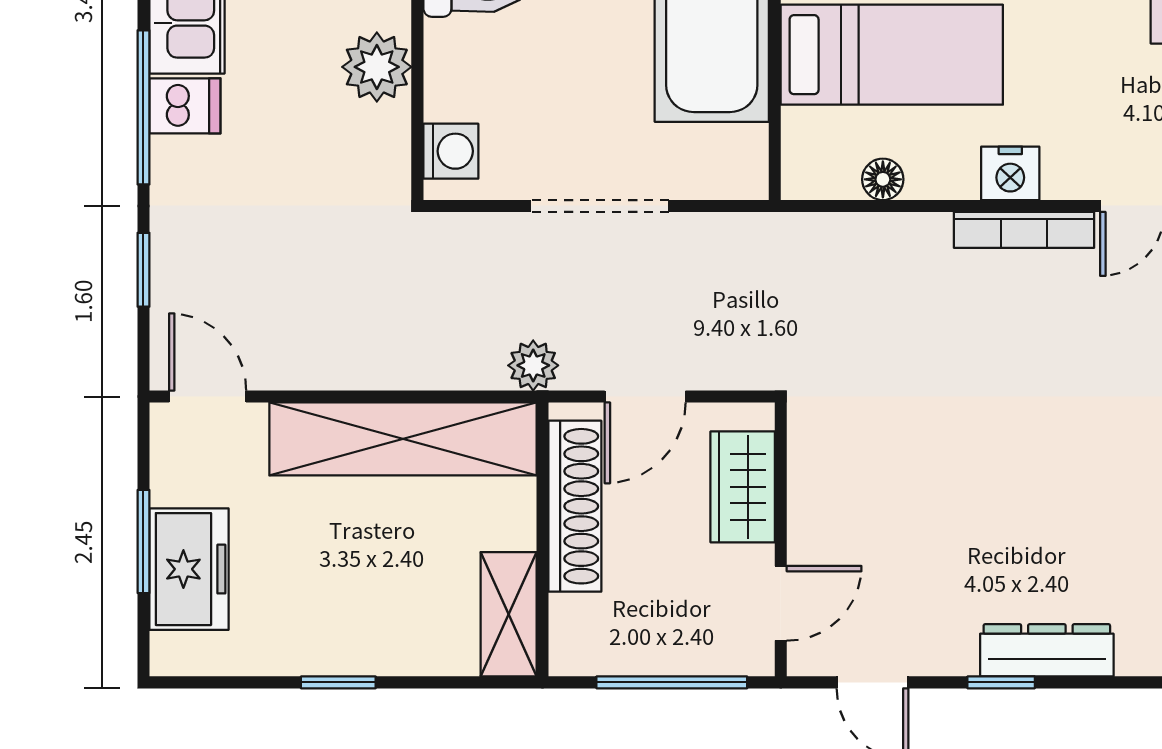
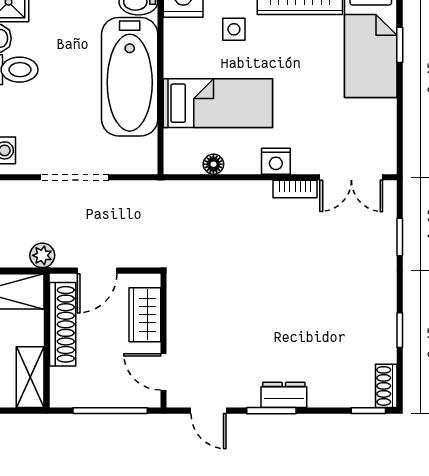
bookcase: (1024, 230) -> (295, 189), width x0.64
door: (781, 603) -> (163, 372), swing flipped
dresser: (1047, 650) -> (284, 395), width x0.70
window: (1001, 682) -> (271, 411), width x1.50

